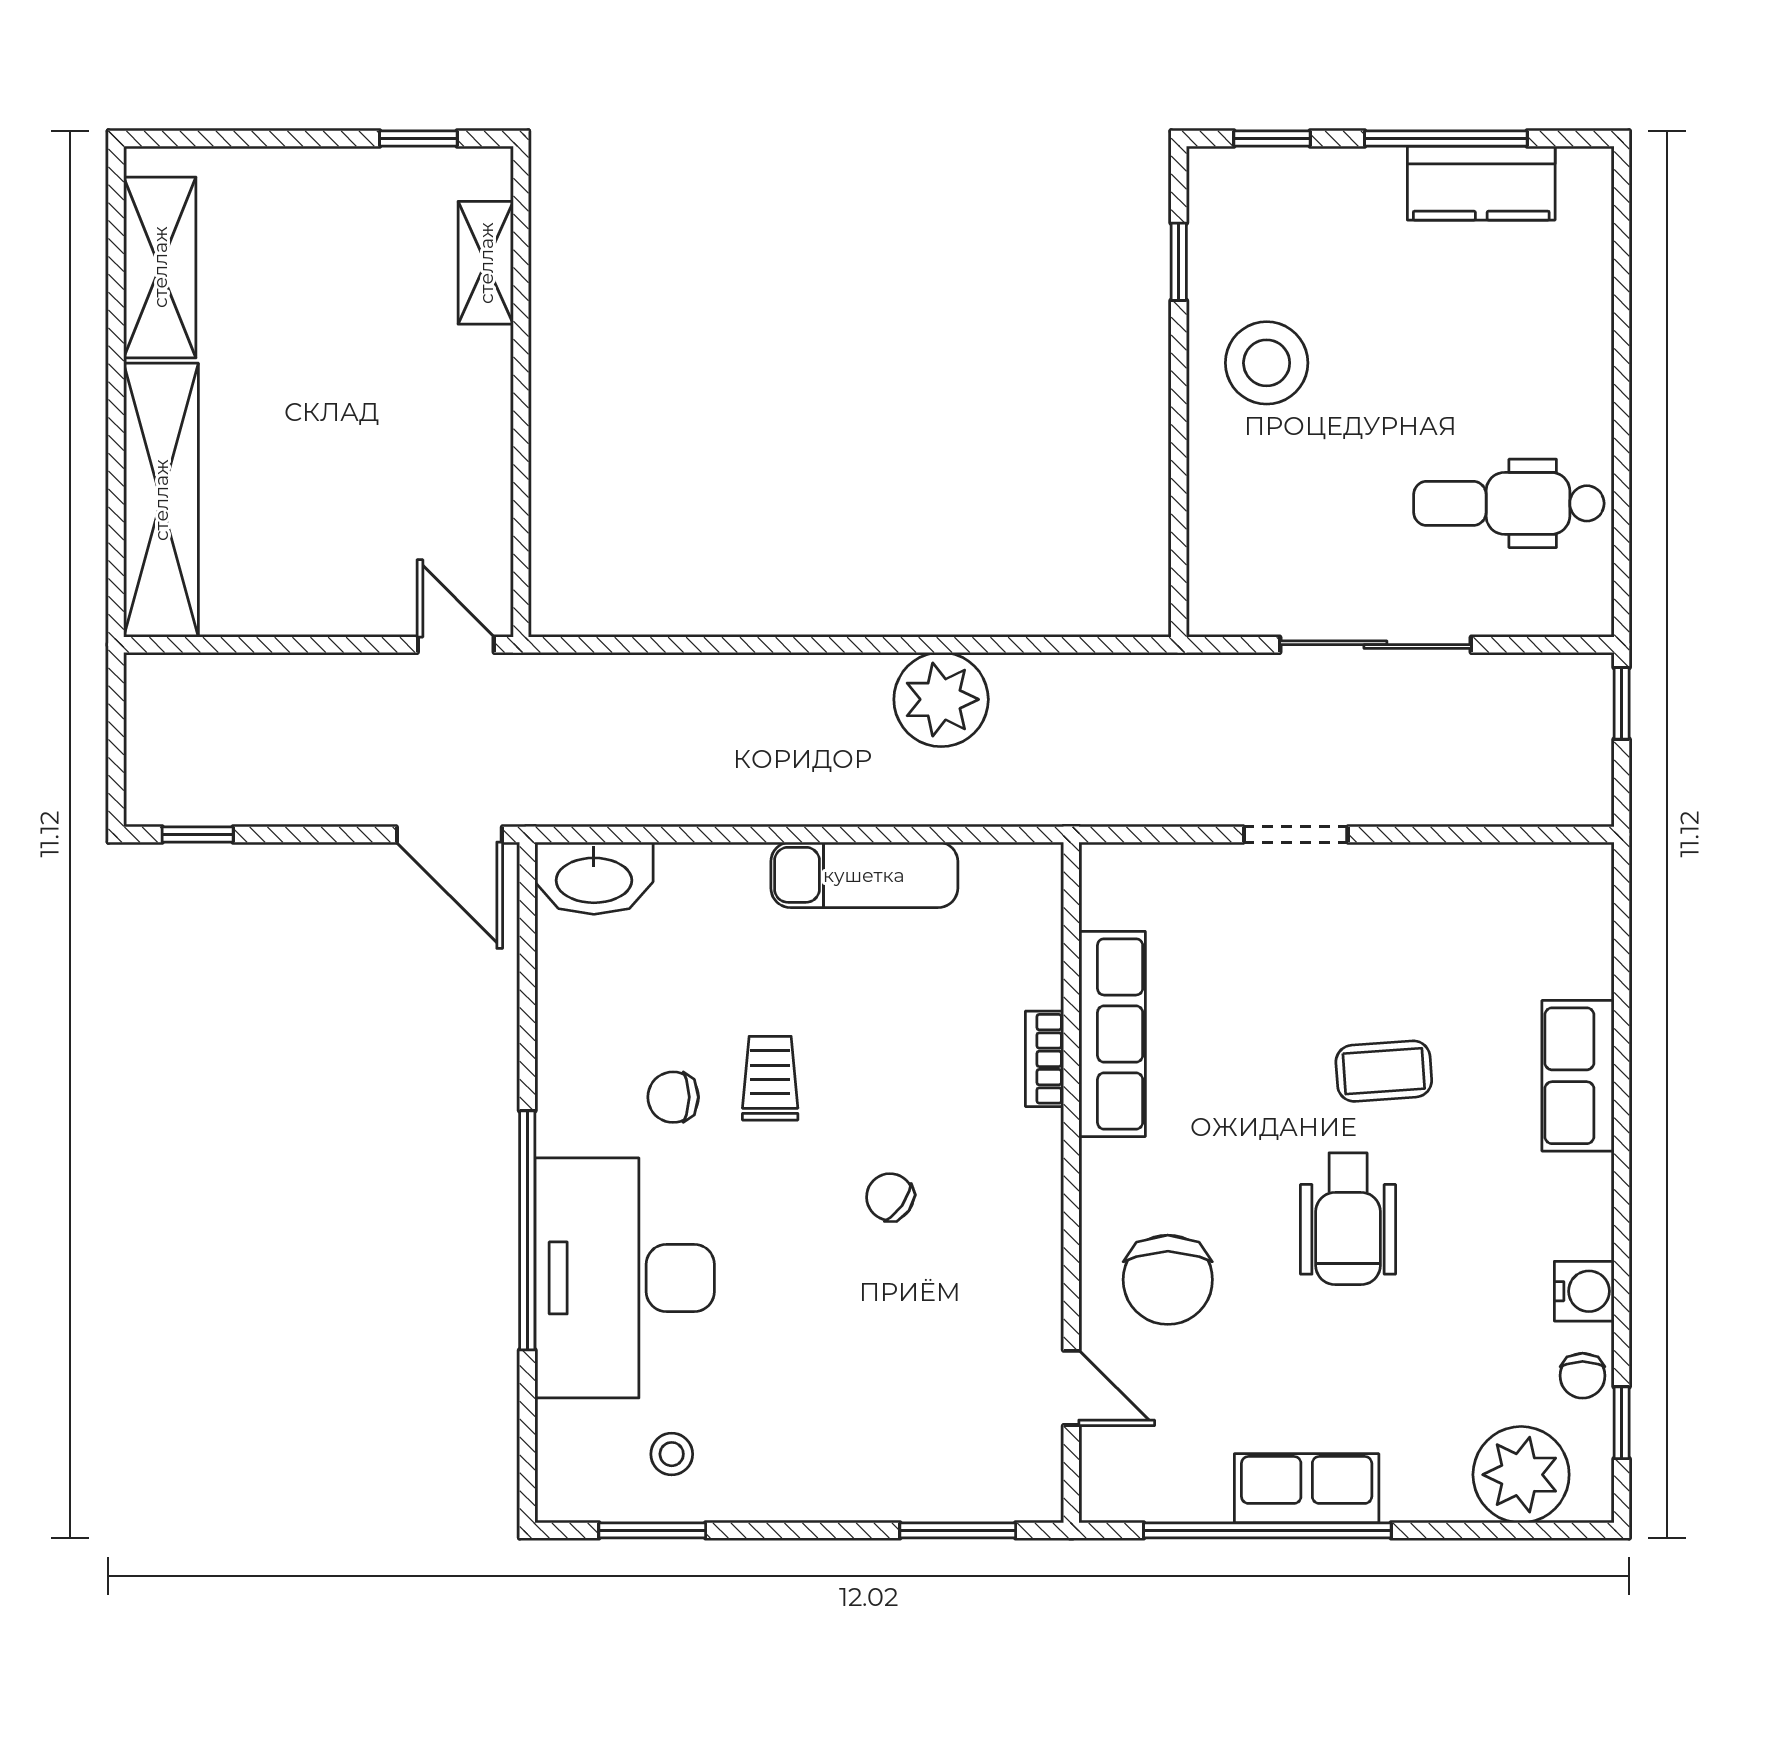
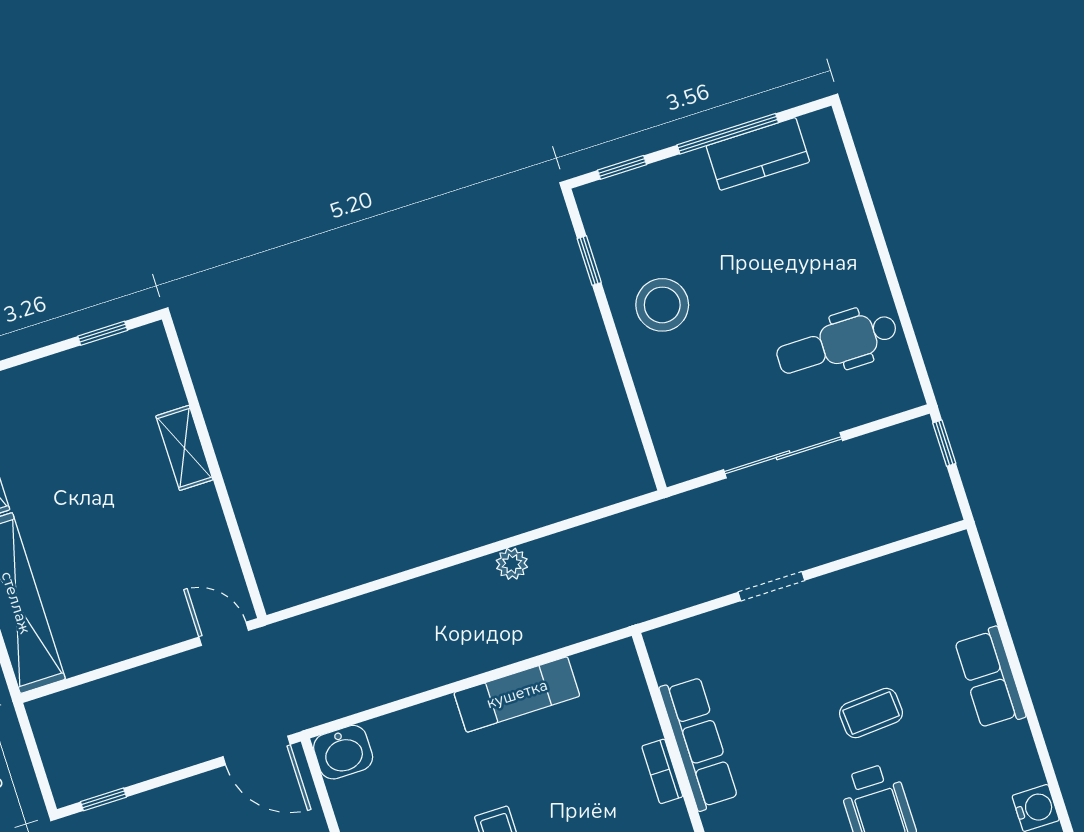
shelving: (486, 263) -> (184, 448), moved
plant: (941, 699) -> (512, 564), width x0.53, depth x0.53
washbasin: (594, 878) -> (343, 752), width x0.72

